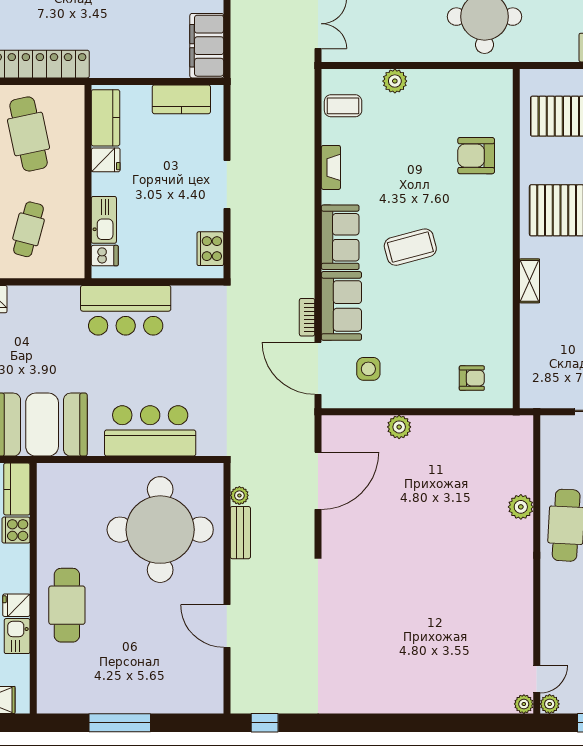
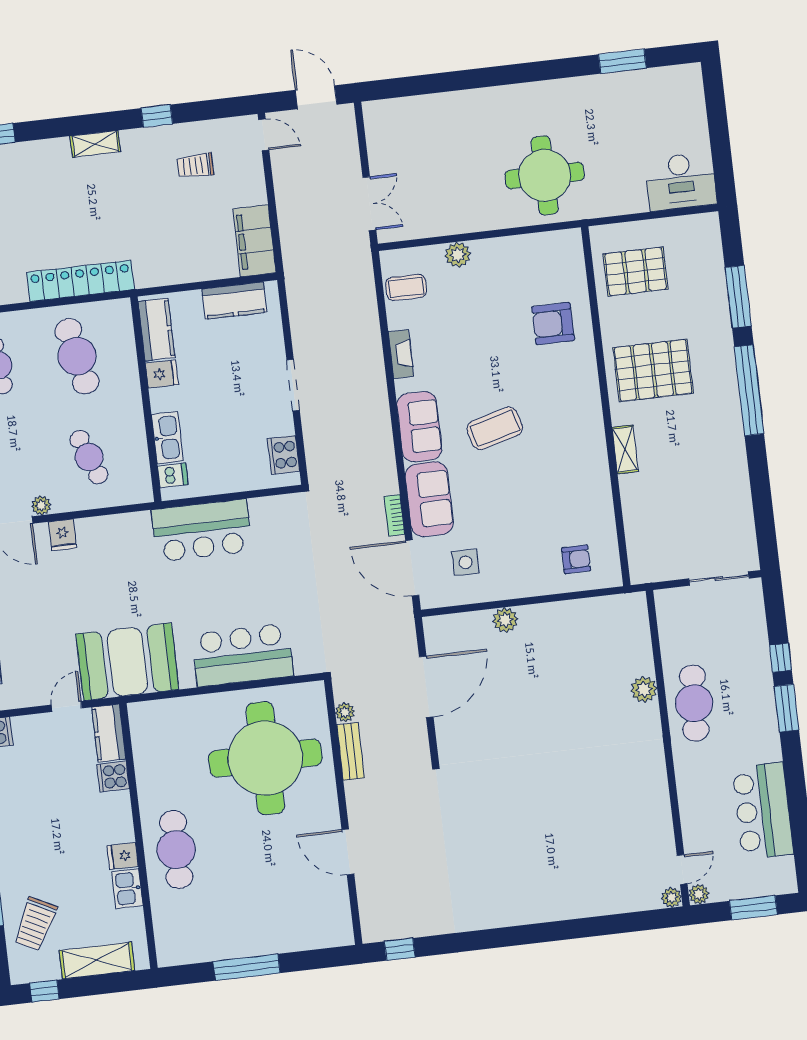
cafe table: (29, 229) -> (89, 457), turned -36

